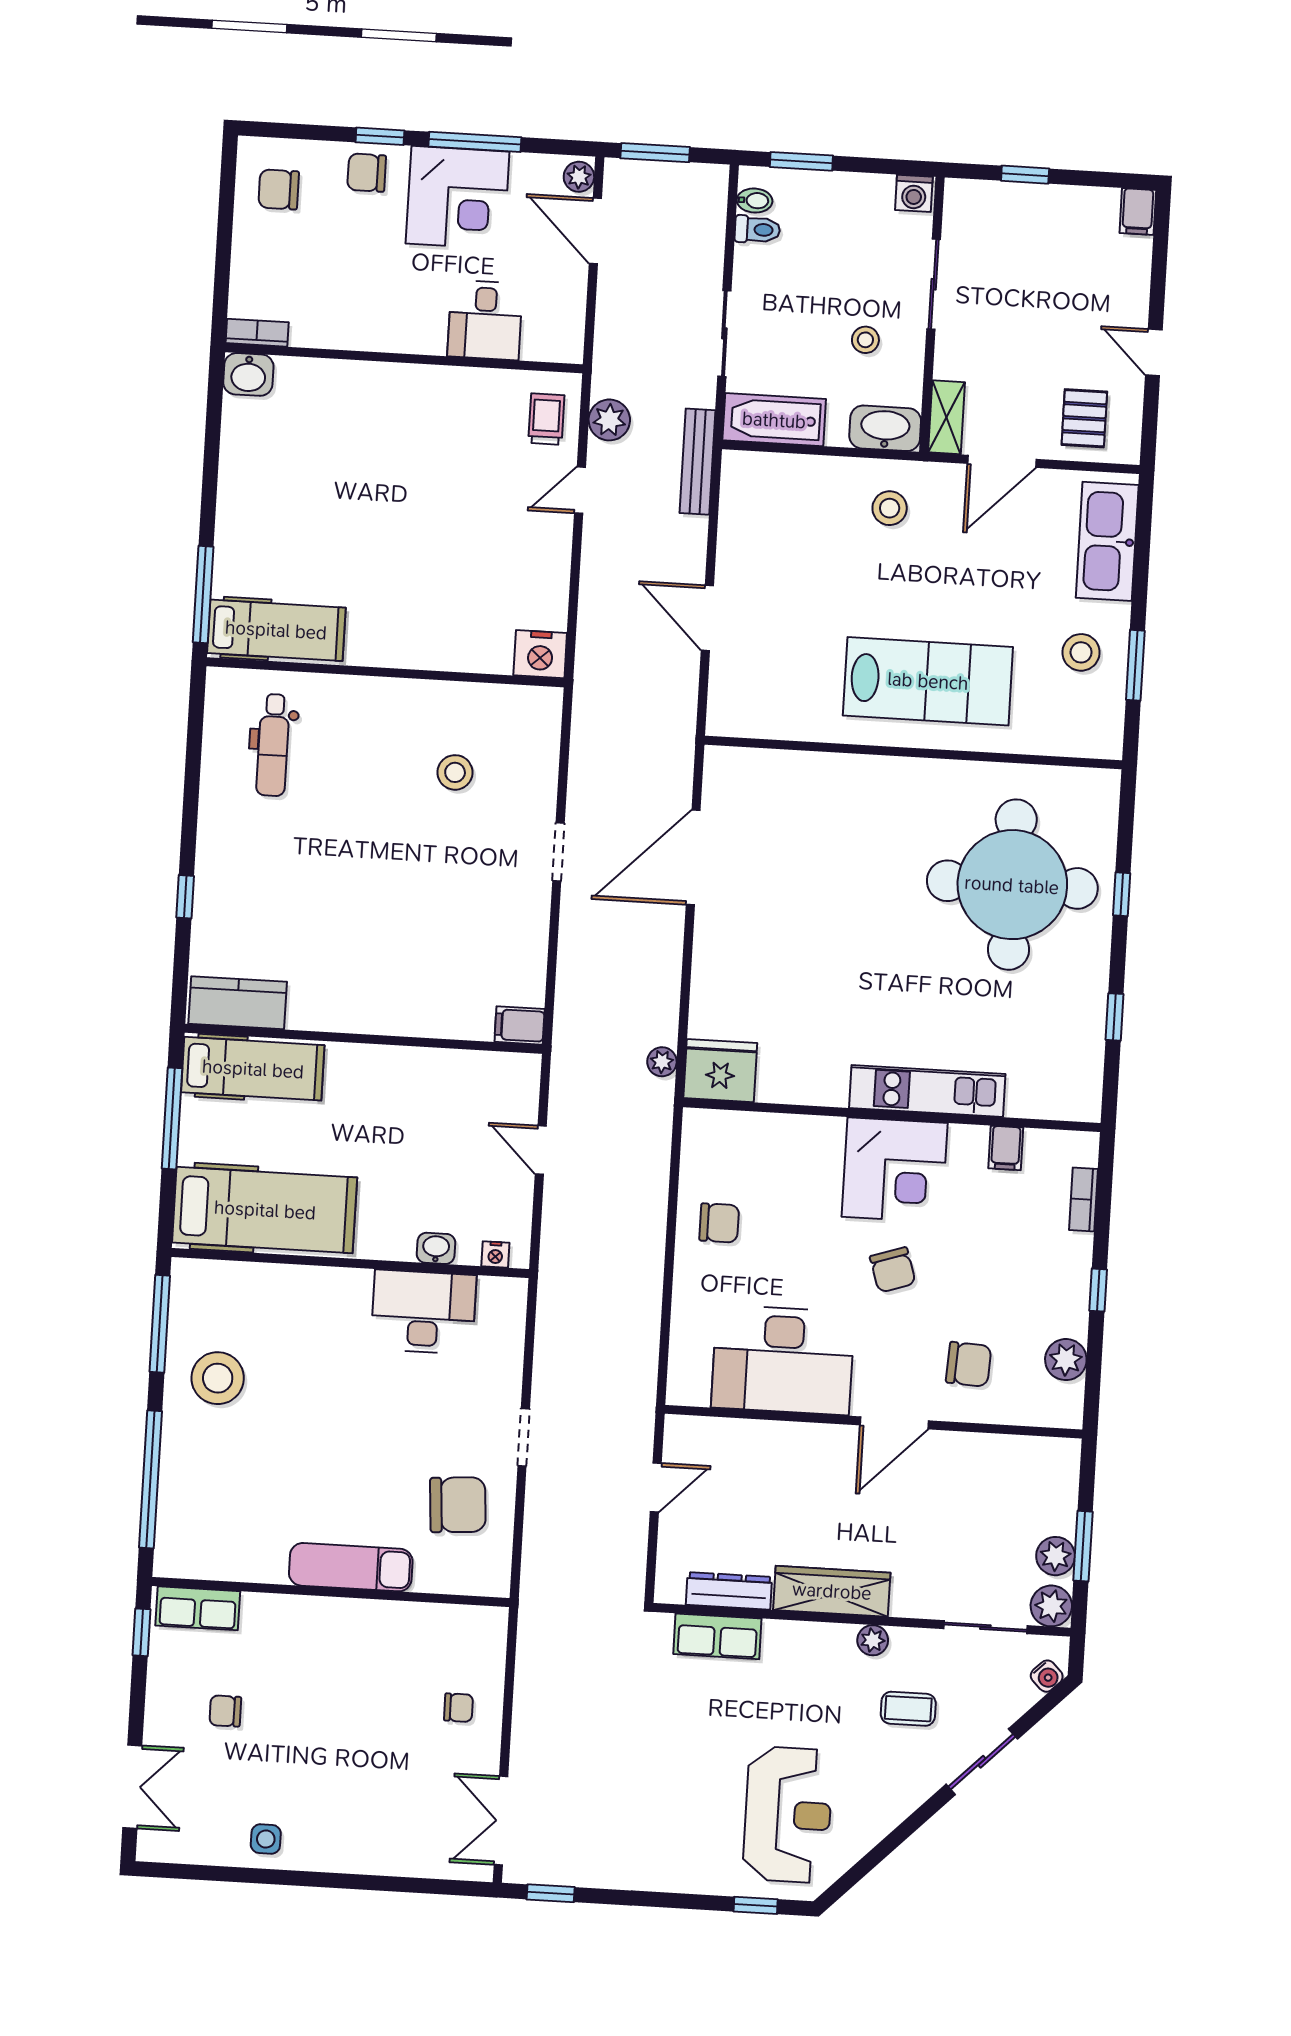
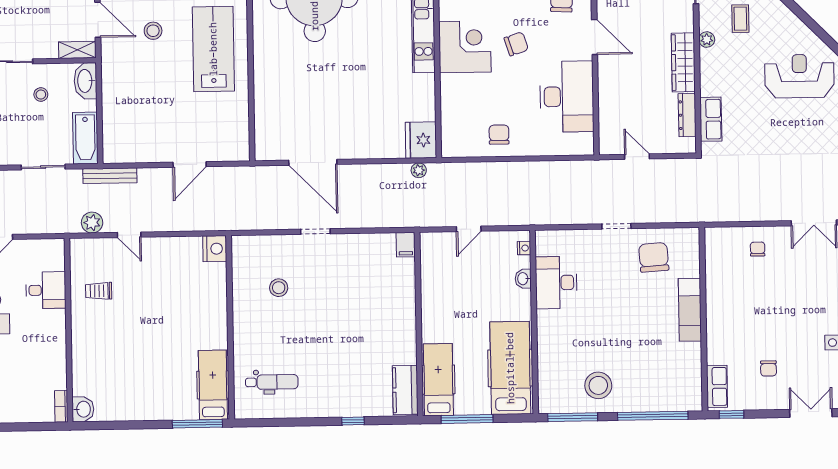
trolley: (546, 419) -> (99, 291), moved
stool: (890, 508) -> (153, 31), moved

